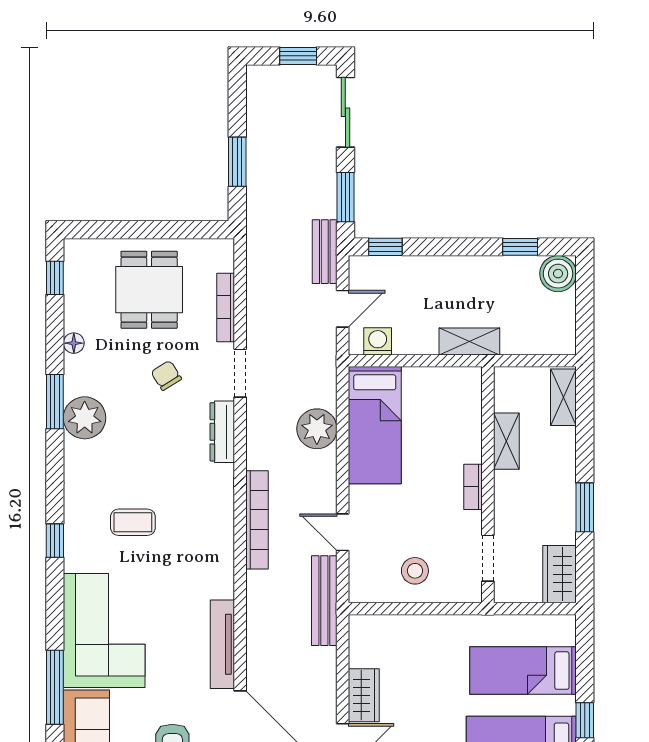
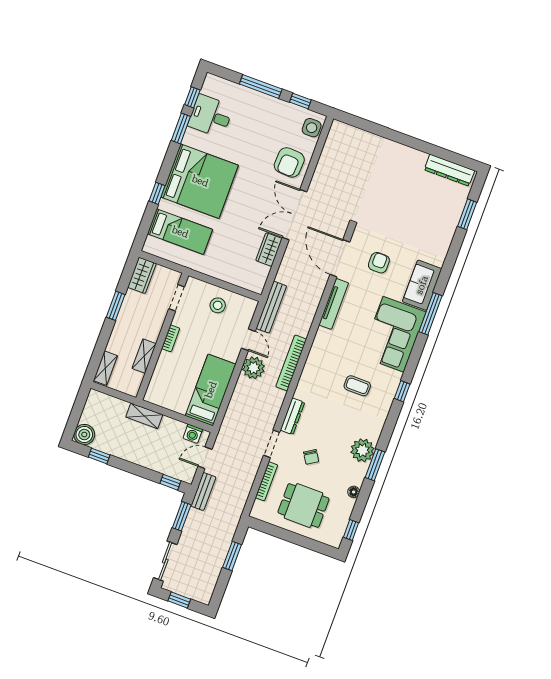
dining table: (149, 290) -> (303, 506), turned 90
plant: (317, 429) -> (253, 368), moved

